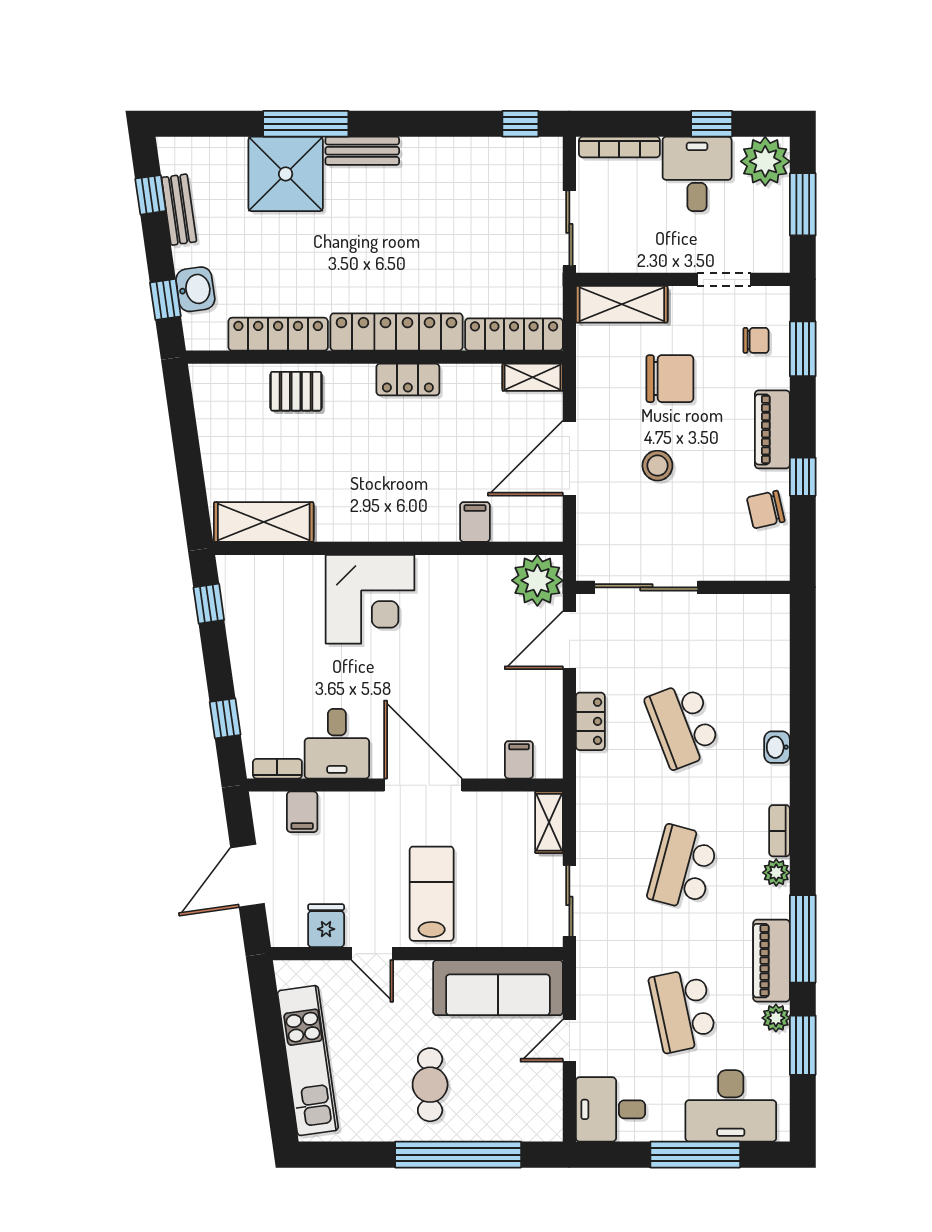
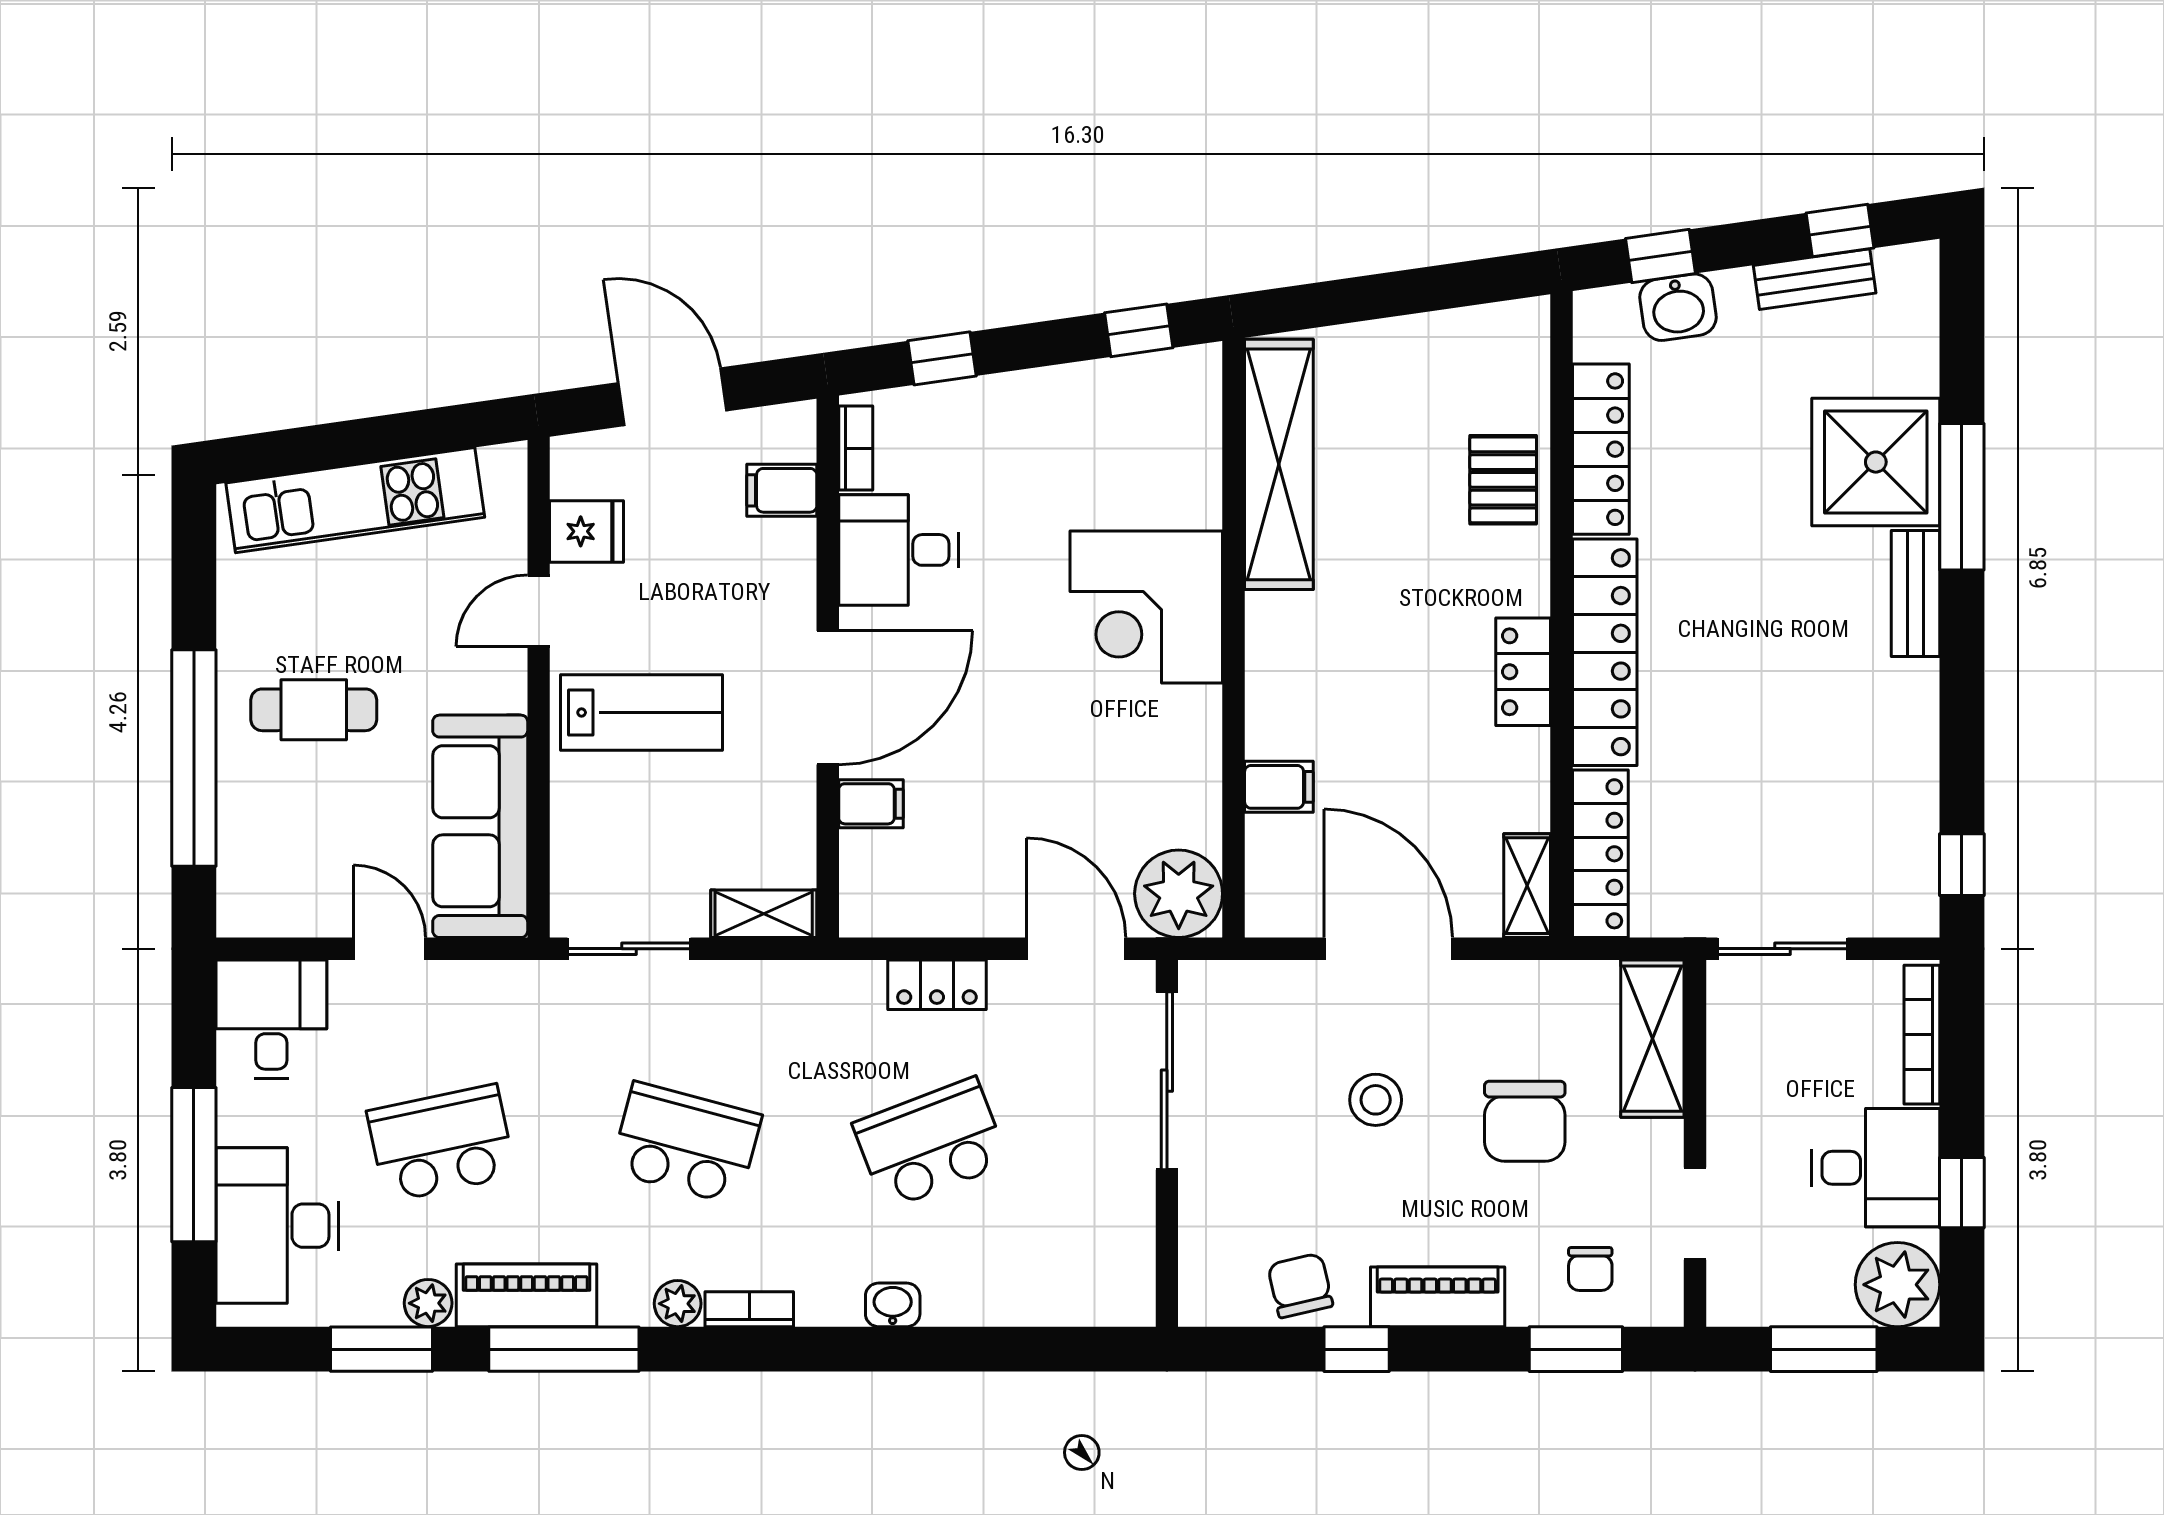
shelving: (264, 522) -> (1279, 464), width x1.47
filing cabinet: (519, 760) -> (871, 804), moved

